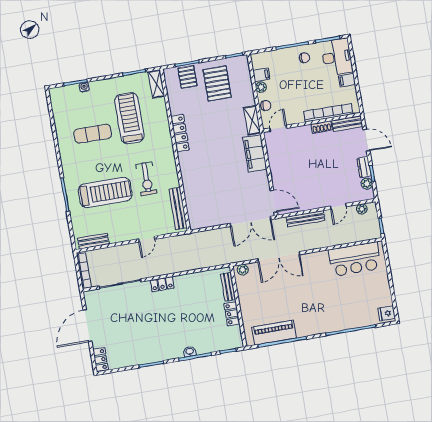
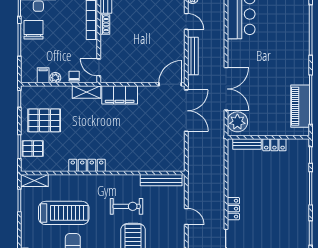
chair: (304, 58) -> (34, 30), width x1.87, depth x1.87
treadmill: (129, 118) -> (64, 213), turned 180
plant: (243, 270) -> (237, 122), width x1.88, depth x1.88
washbasin: (190, 352) -> (305, 193), removed

